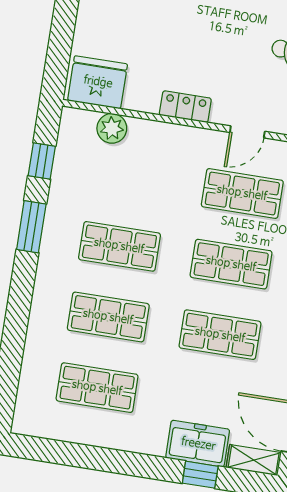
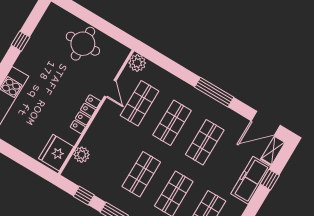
locker: (185, 107) -> (85, 114), width x1.53
freezer: (198, 444) -> (251, 180), width x1.40

